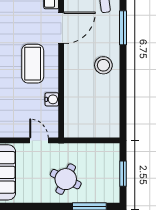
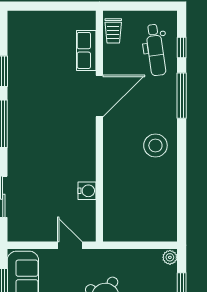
coffee table: (33, 64) -> (62, 143), removed
plant: (114, 149) -> (170, 257), added

